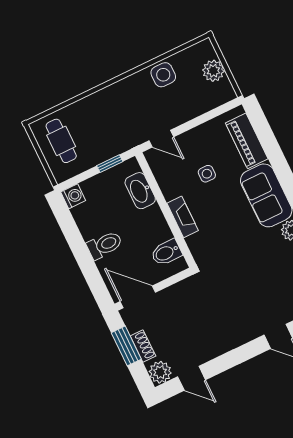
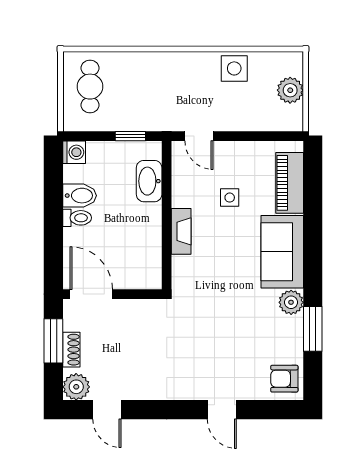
toilet: (105, 245) -> (77, 218), width x0.73, depth x0.72
bidet: (166, 253) -> (80, 196), moved, turned 180

